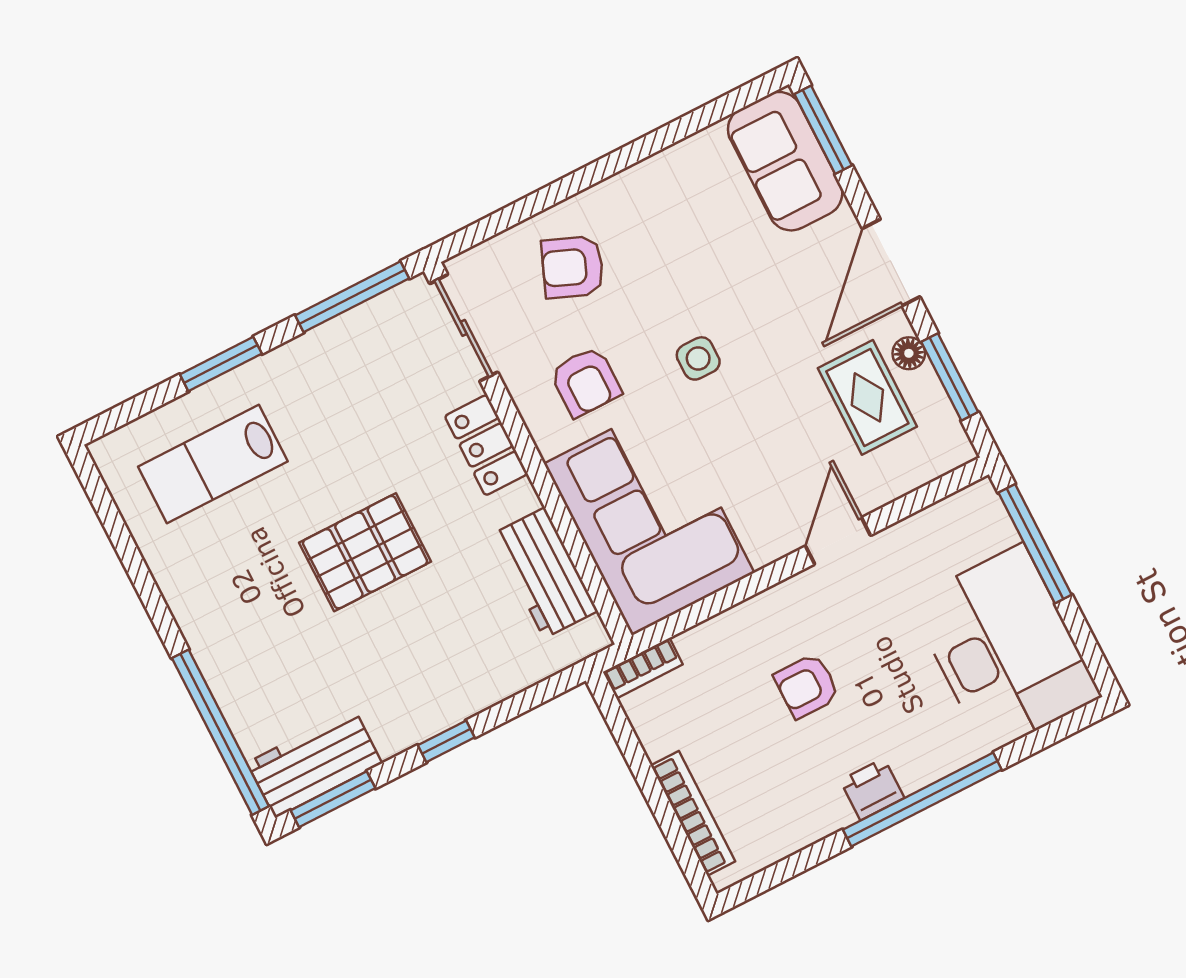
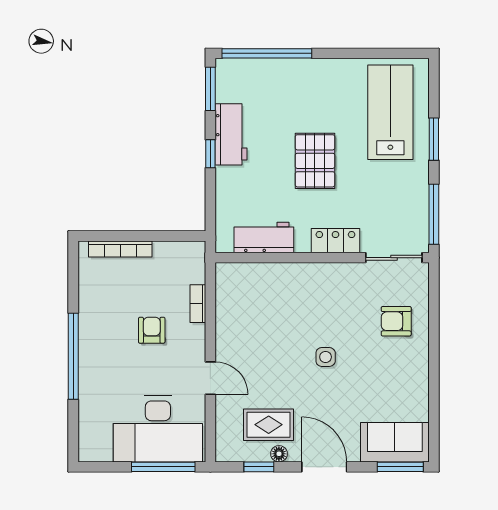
armchair: (573, 267) -> (396, 321), turned -112
window: (950, 377) -> (259, 467), width x0.67
armchair: (586, 382) -> (341, 300), removed
lab bench: (213, 464) -> (390, 112), width x1.36, depth x1.39
corner sofa: (649, 518) -> (264, 298), removed
desk: (1005, 649) -> (158, 429), moved
bookcase: (643, 668) -> (198, 304), moved
workbench: (315, 763) -> (231, 134), moved
printer: (872, 789) -> (90, 336), removed

